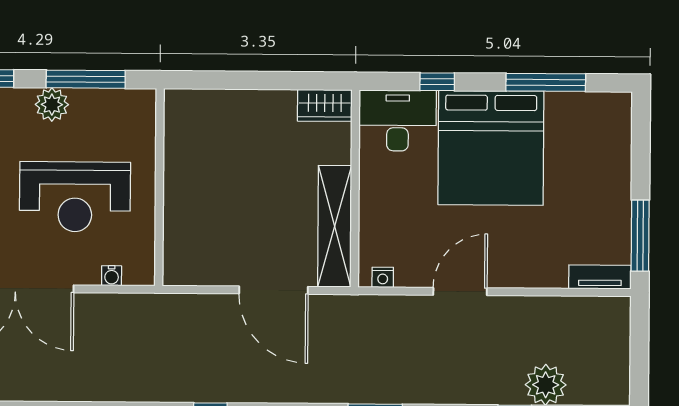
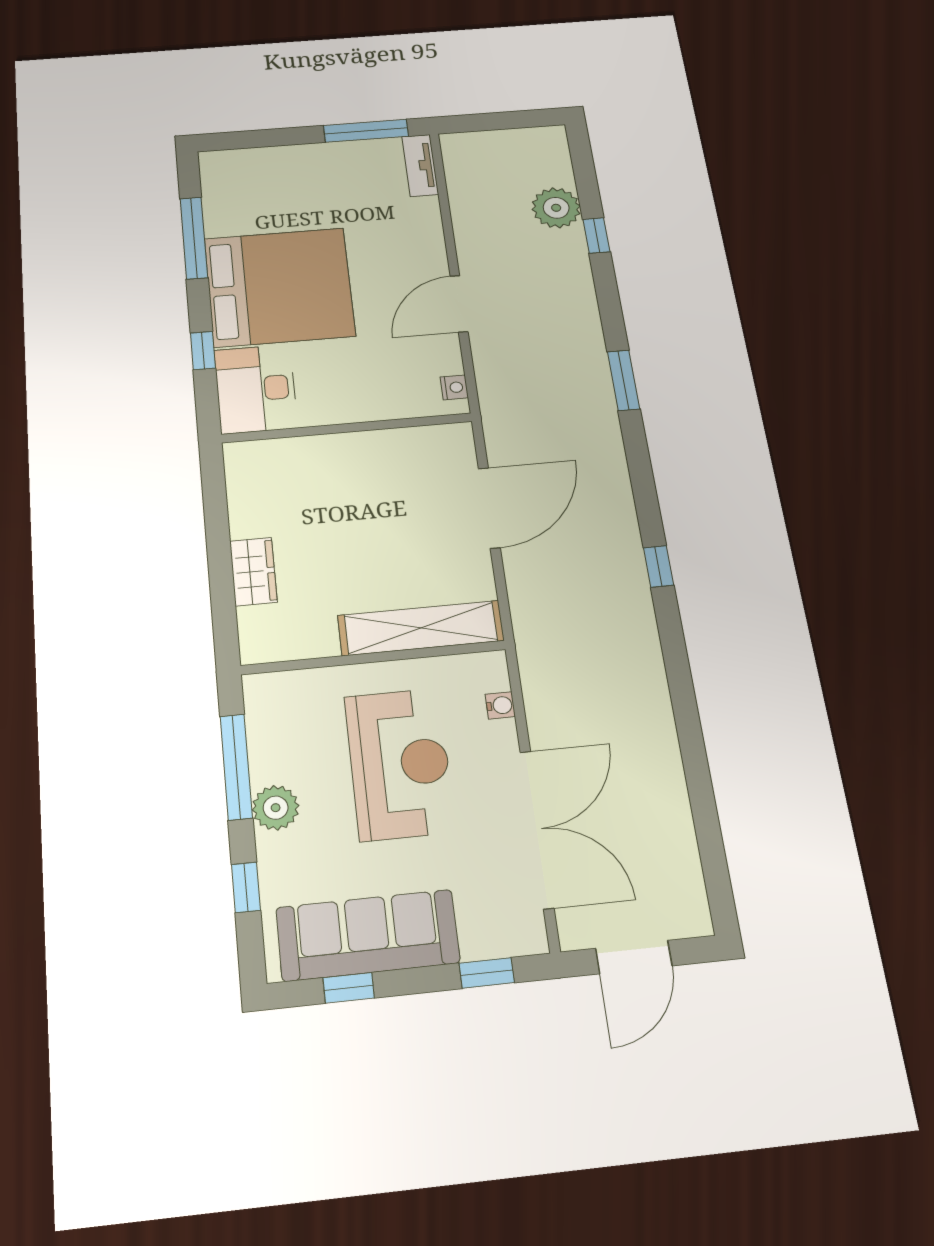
wardrobe: (325, 105) -> (253, 572), moved
shelving: (335, 226) -> (421, 628), moved
door: (460, 291) -> (459, 304), hinge flipped

